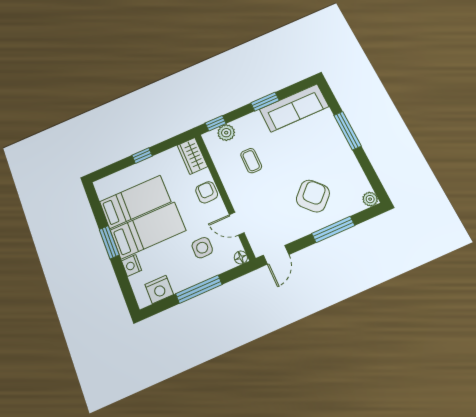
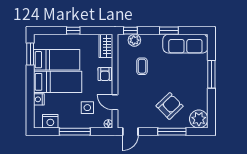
armchair: (207, 192) -> (105, 74), turned 180
plant: (370, 199) -> (199, 119), width x1.88, depth x1.88
window: (109, 242) -> (30, 54), moved

